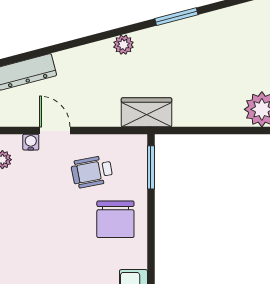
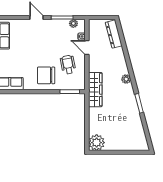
wardrobe: (147, 112) -> (95, 90), width x1.50
door: (55, 131) -> (87, 47), swing flipped

